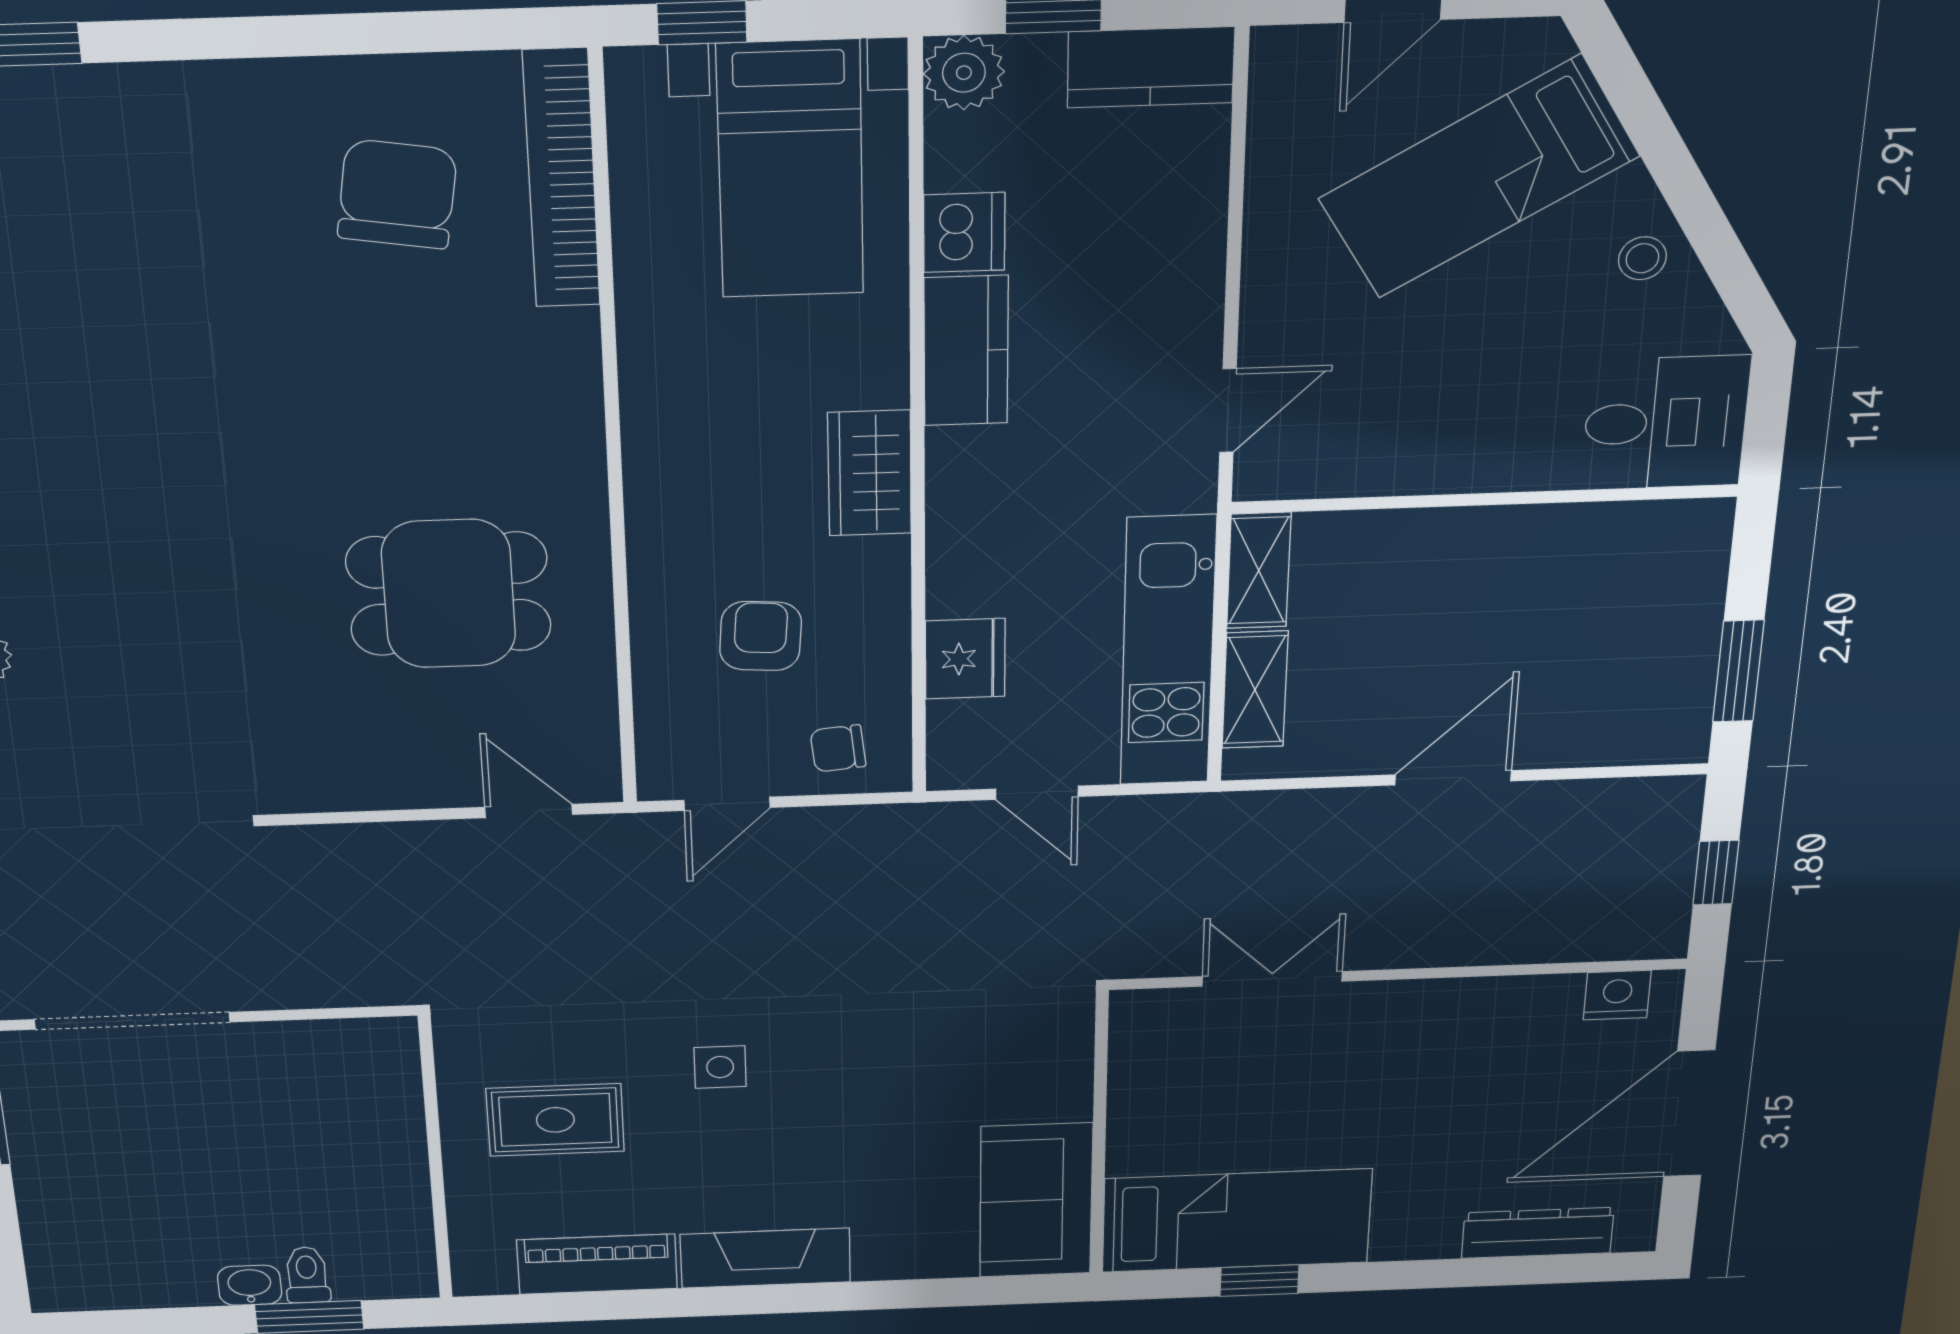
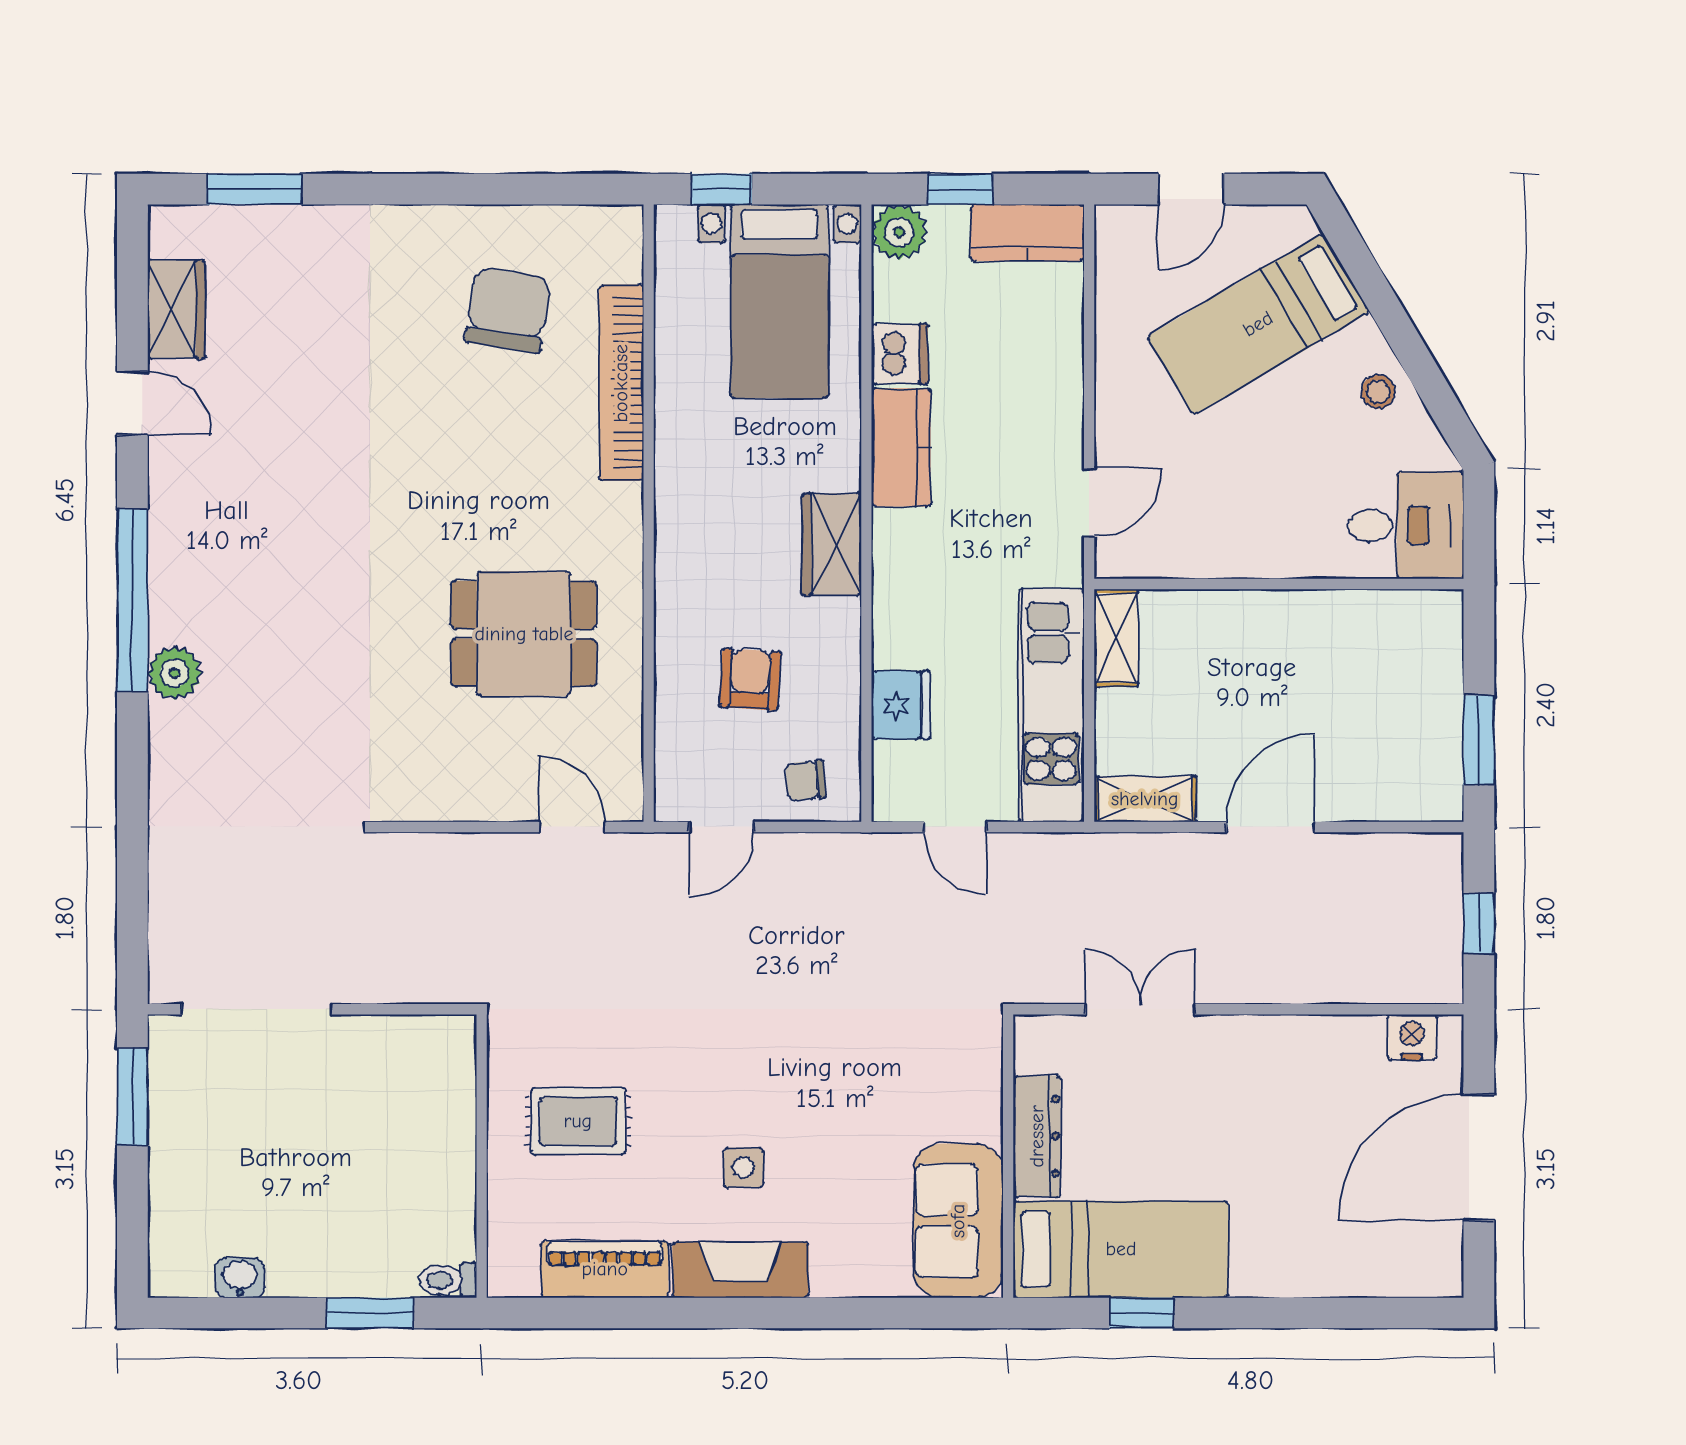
bookcase: (562, 179) -> (621, 383), moved
shelving: (1255, 690) -> (1145, 799), moved, turned 90
side table: (720, 1067) -> (743, 1168), moved
dresser: (1538, 1233) -> (1037, 1136), moved, turned 90
toilet: (307, 1275) -> (448, 1280), moved, turned -90
washbasin: (250, 1285) -> (240, 1278), moved

